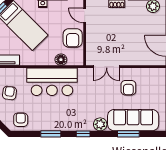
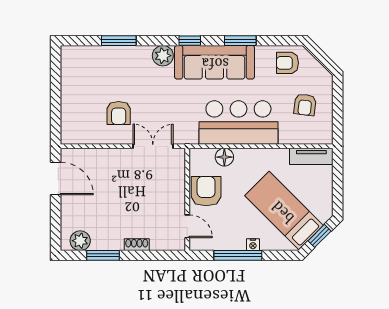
armchair: (128, 88) -> (119, 113), turned 180
armchair: (21, 120) -> (287, 63), turned 90
sofa: (133, 120) -> (215, 62), moved

